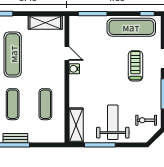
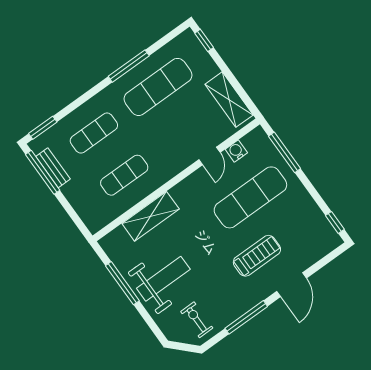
exercise mat: (131, 27) -> (250, 197), moved, turned 90
water cooler: (74, 69) -> (236, 151), moved
shelving: (76, 125) -> (151, 216), moved

